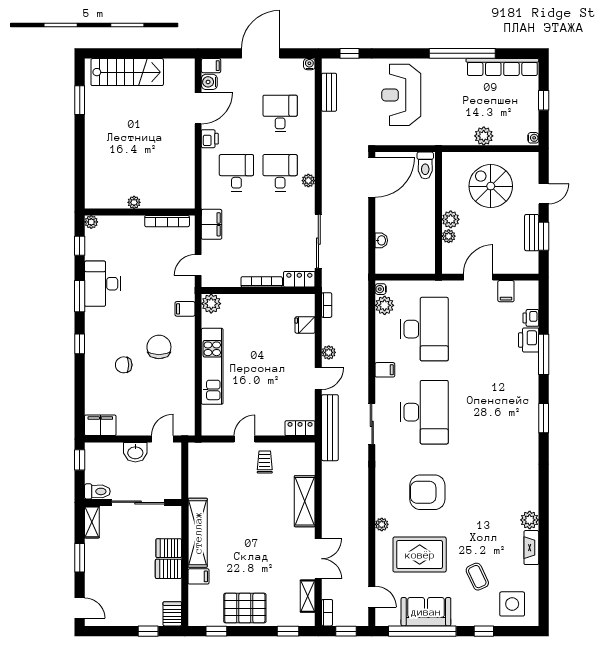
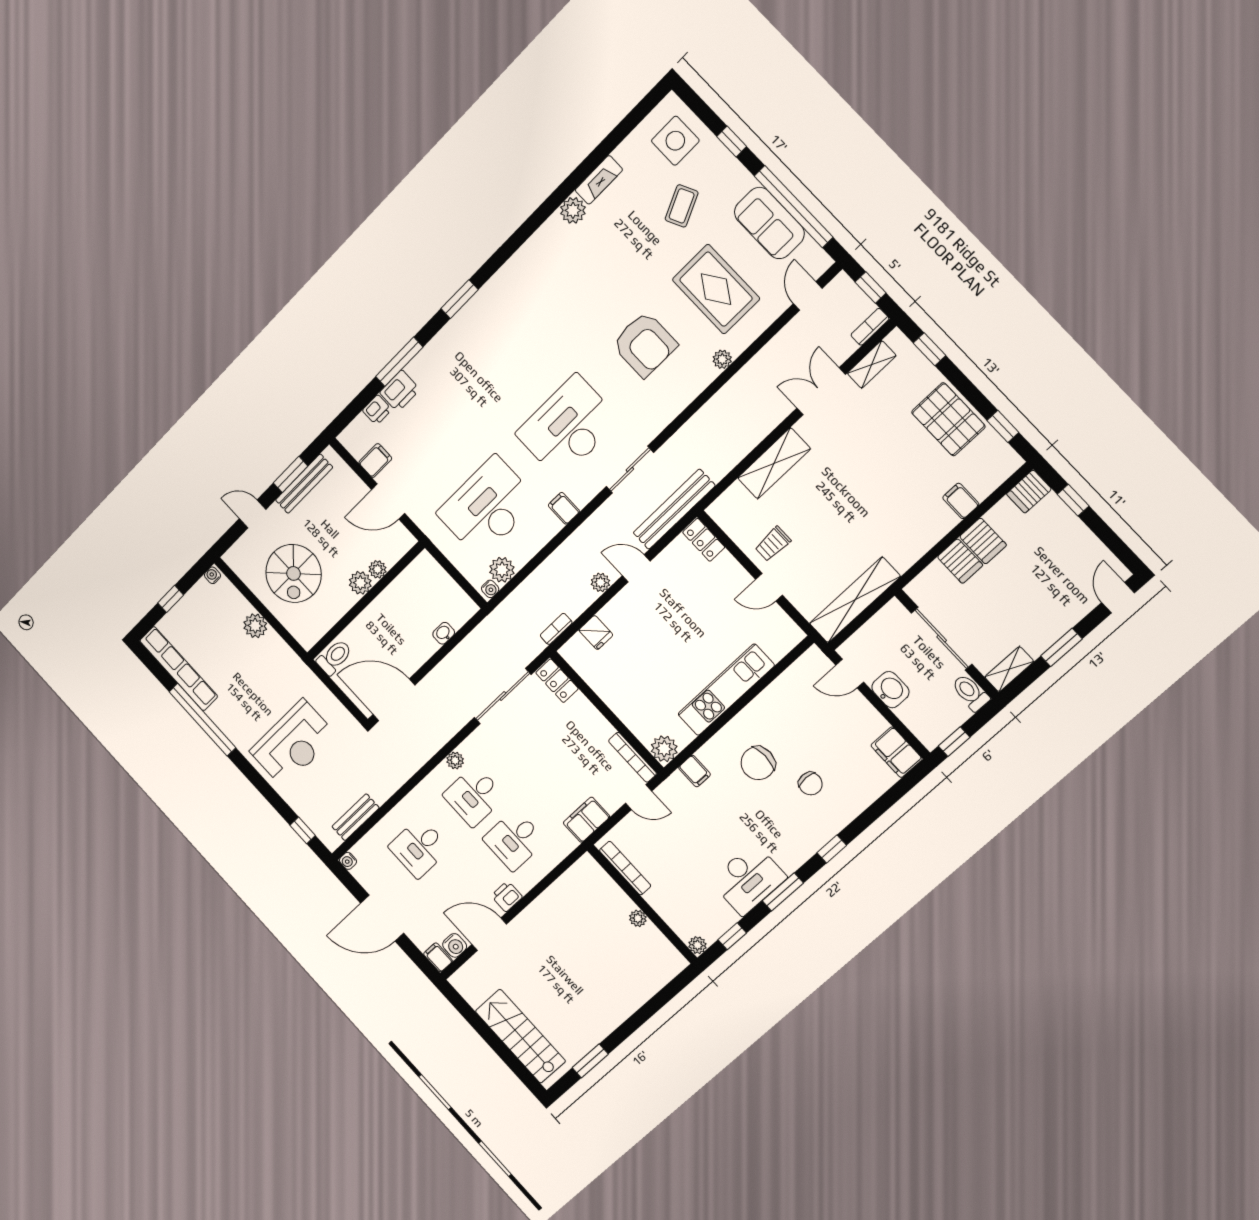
bench: (532, 233) -> (304, 484), width x1.36
bookcase: (262, 282) -> (632, 757), moved
shelving: (198, 533) -> (855, 600), moved

